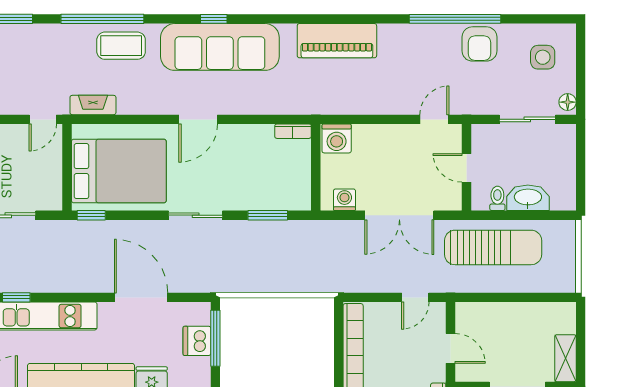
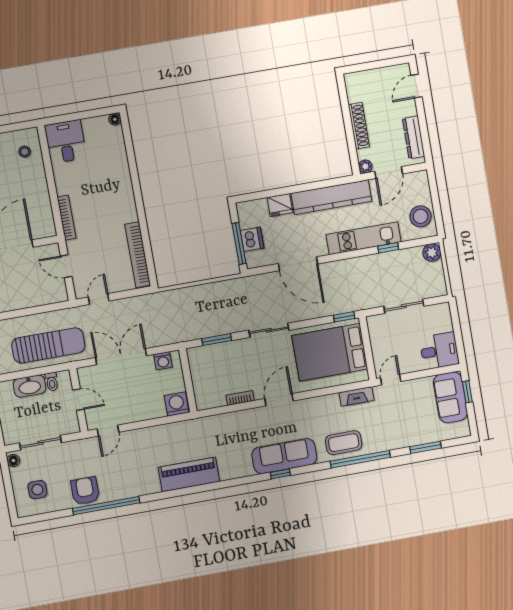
sofa: (220, 47) -> (284, 456), width x0.74, depth x0.79
bookcase: (293, 131) -> (240, 398), moved
sun lounger: (493, 247) -> (48, 345), turned 180

